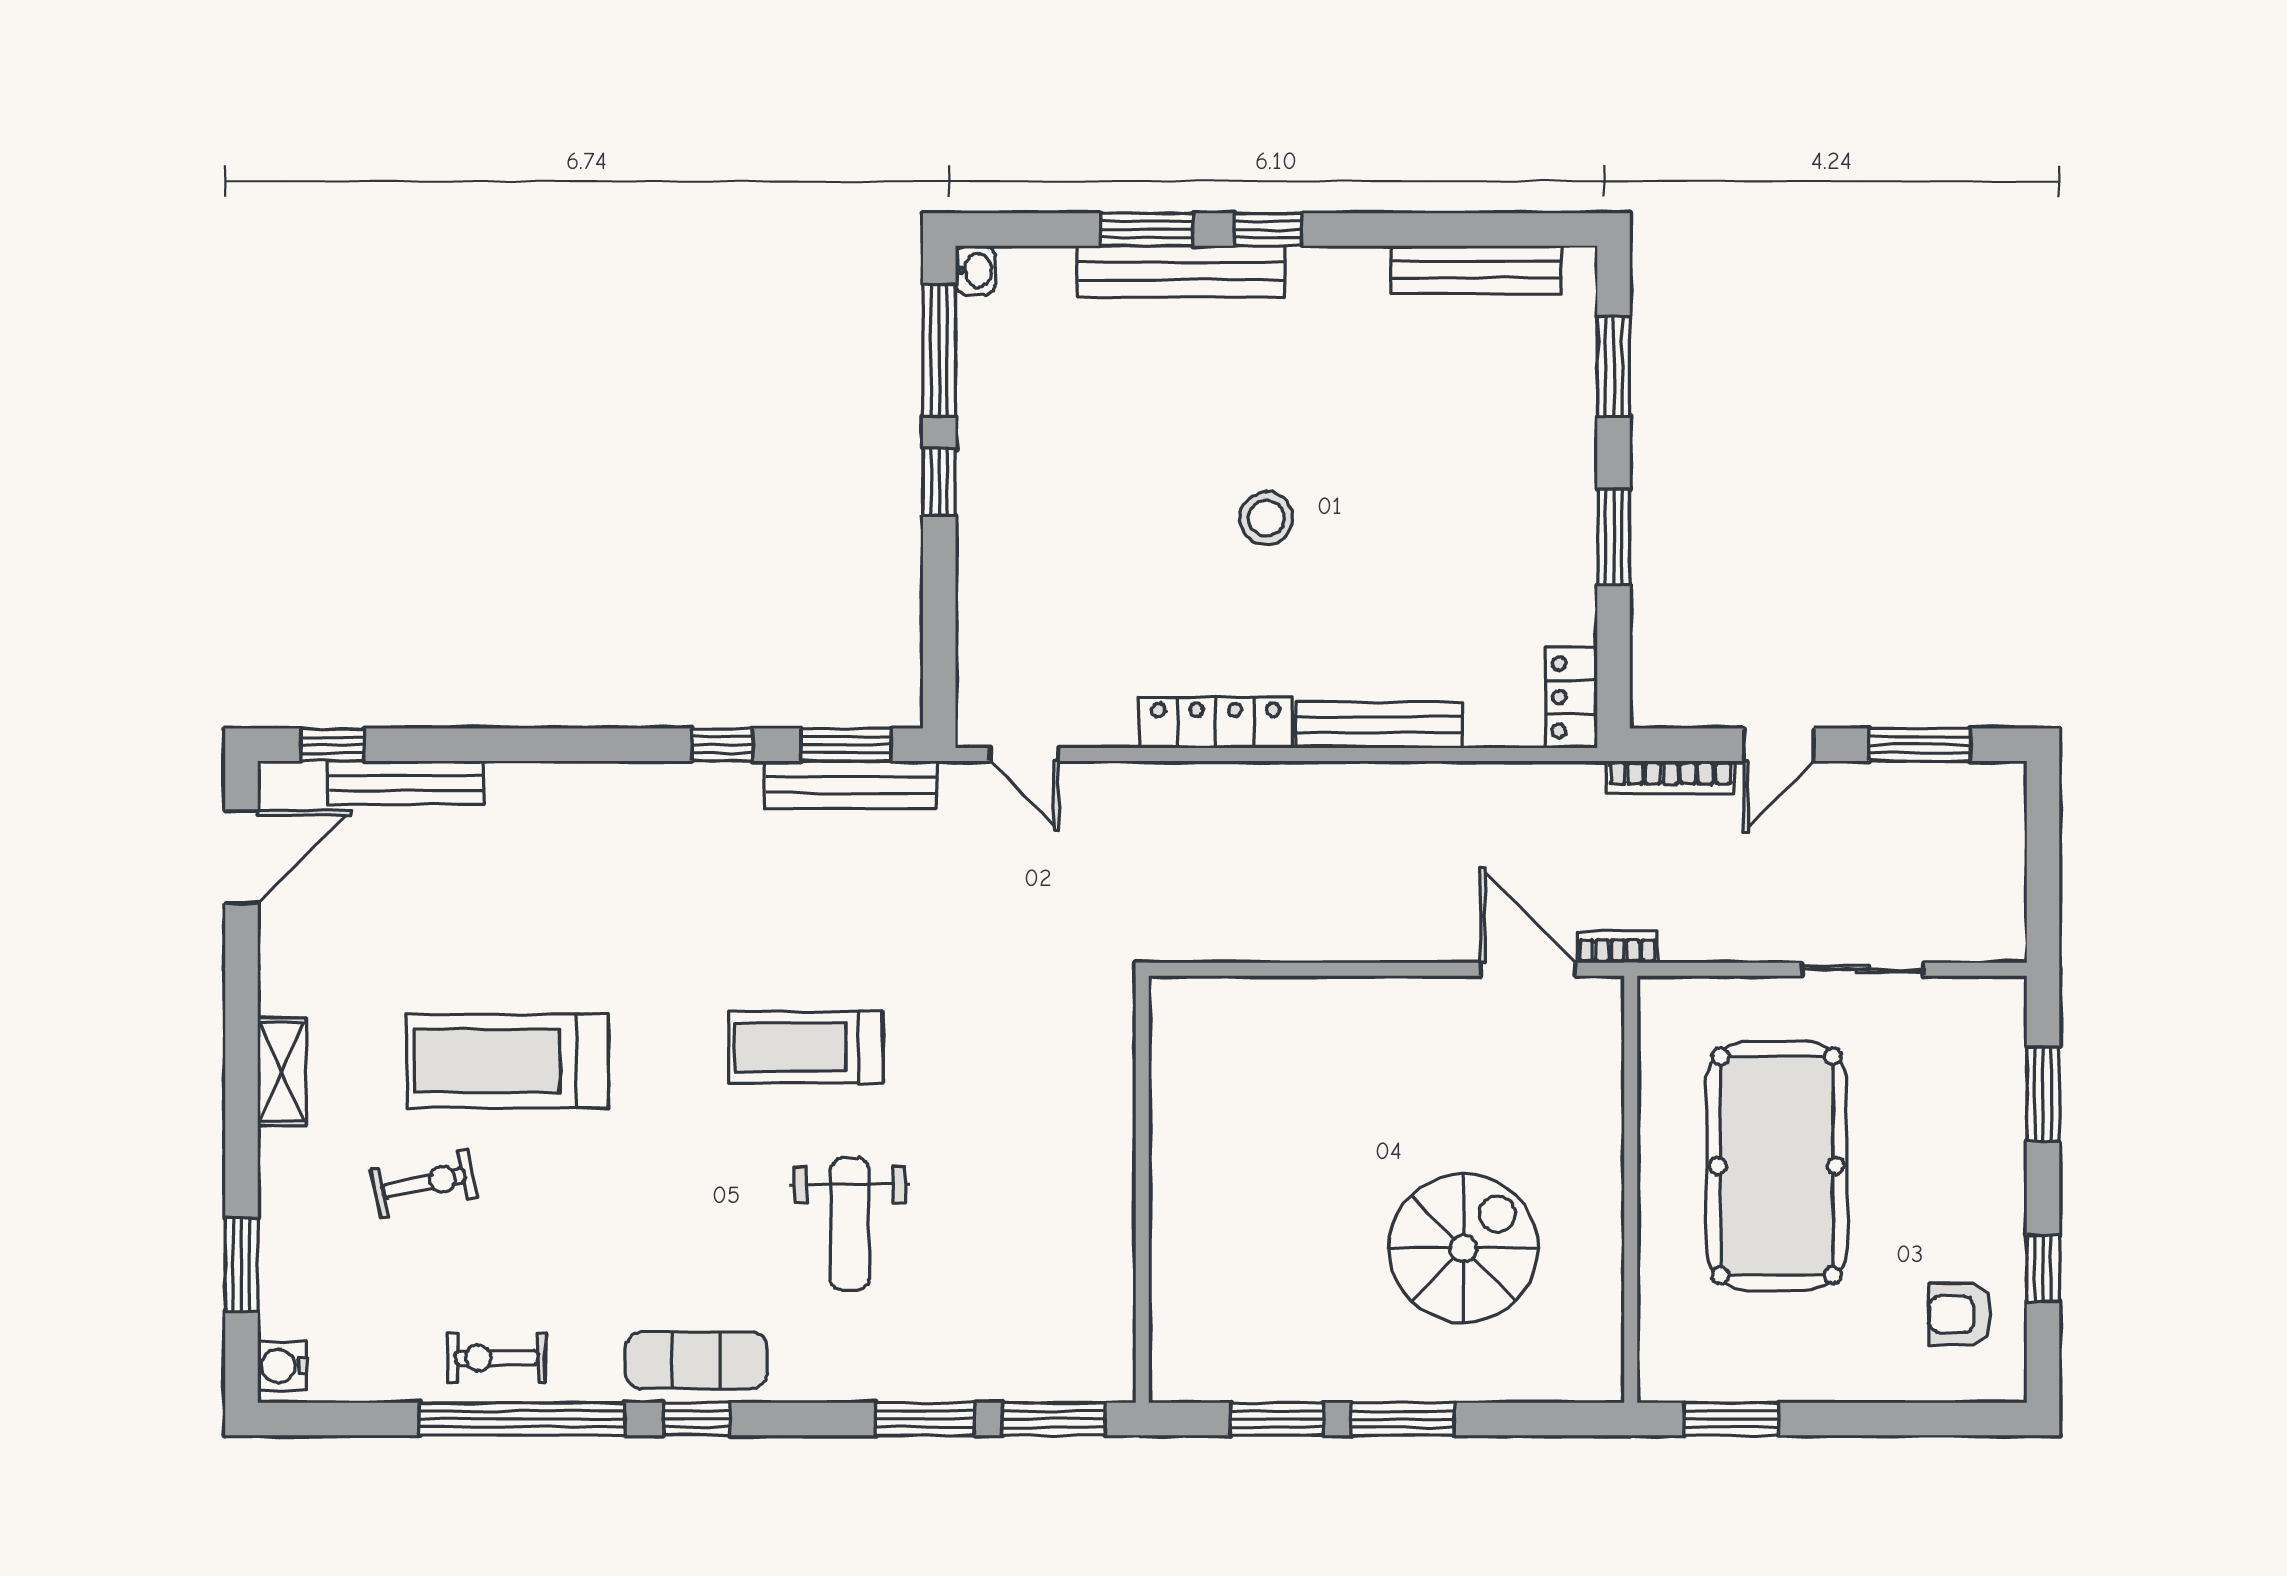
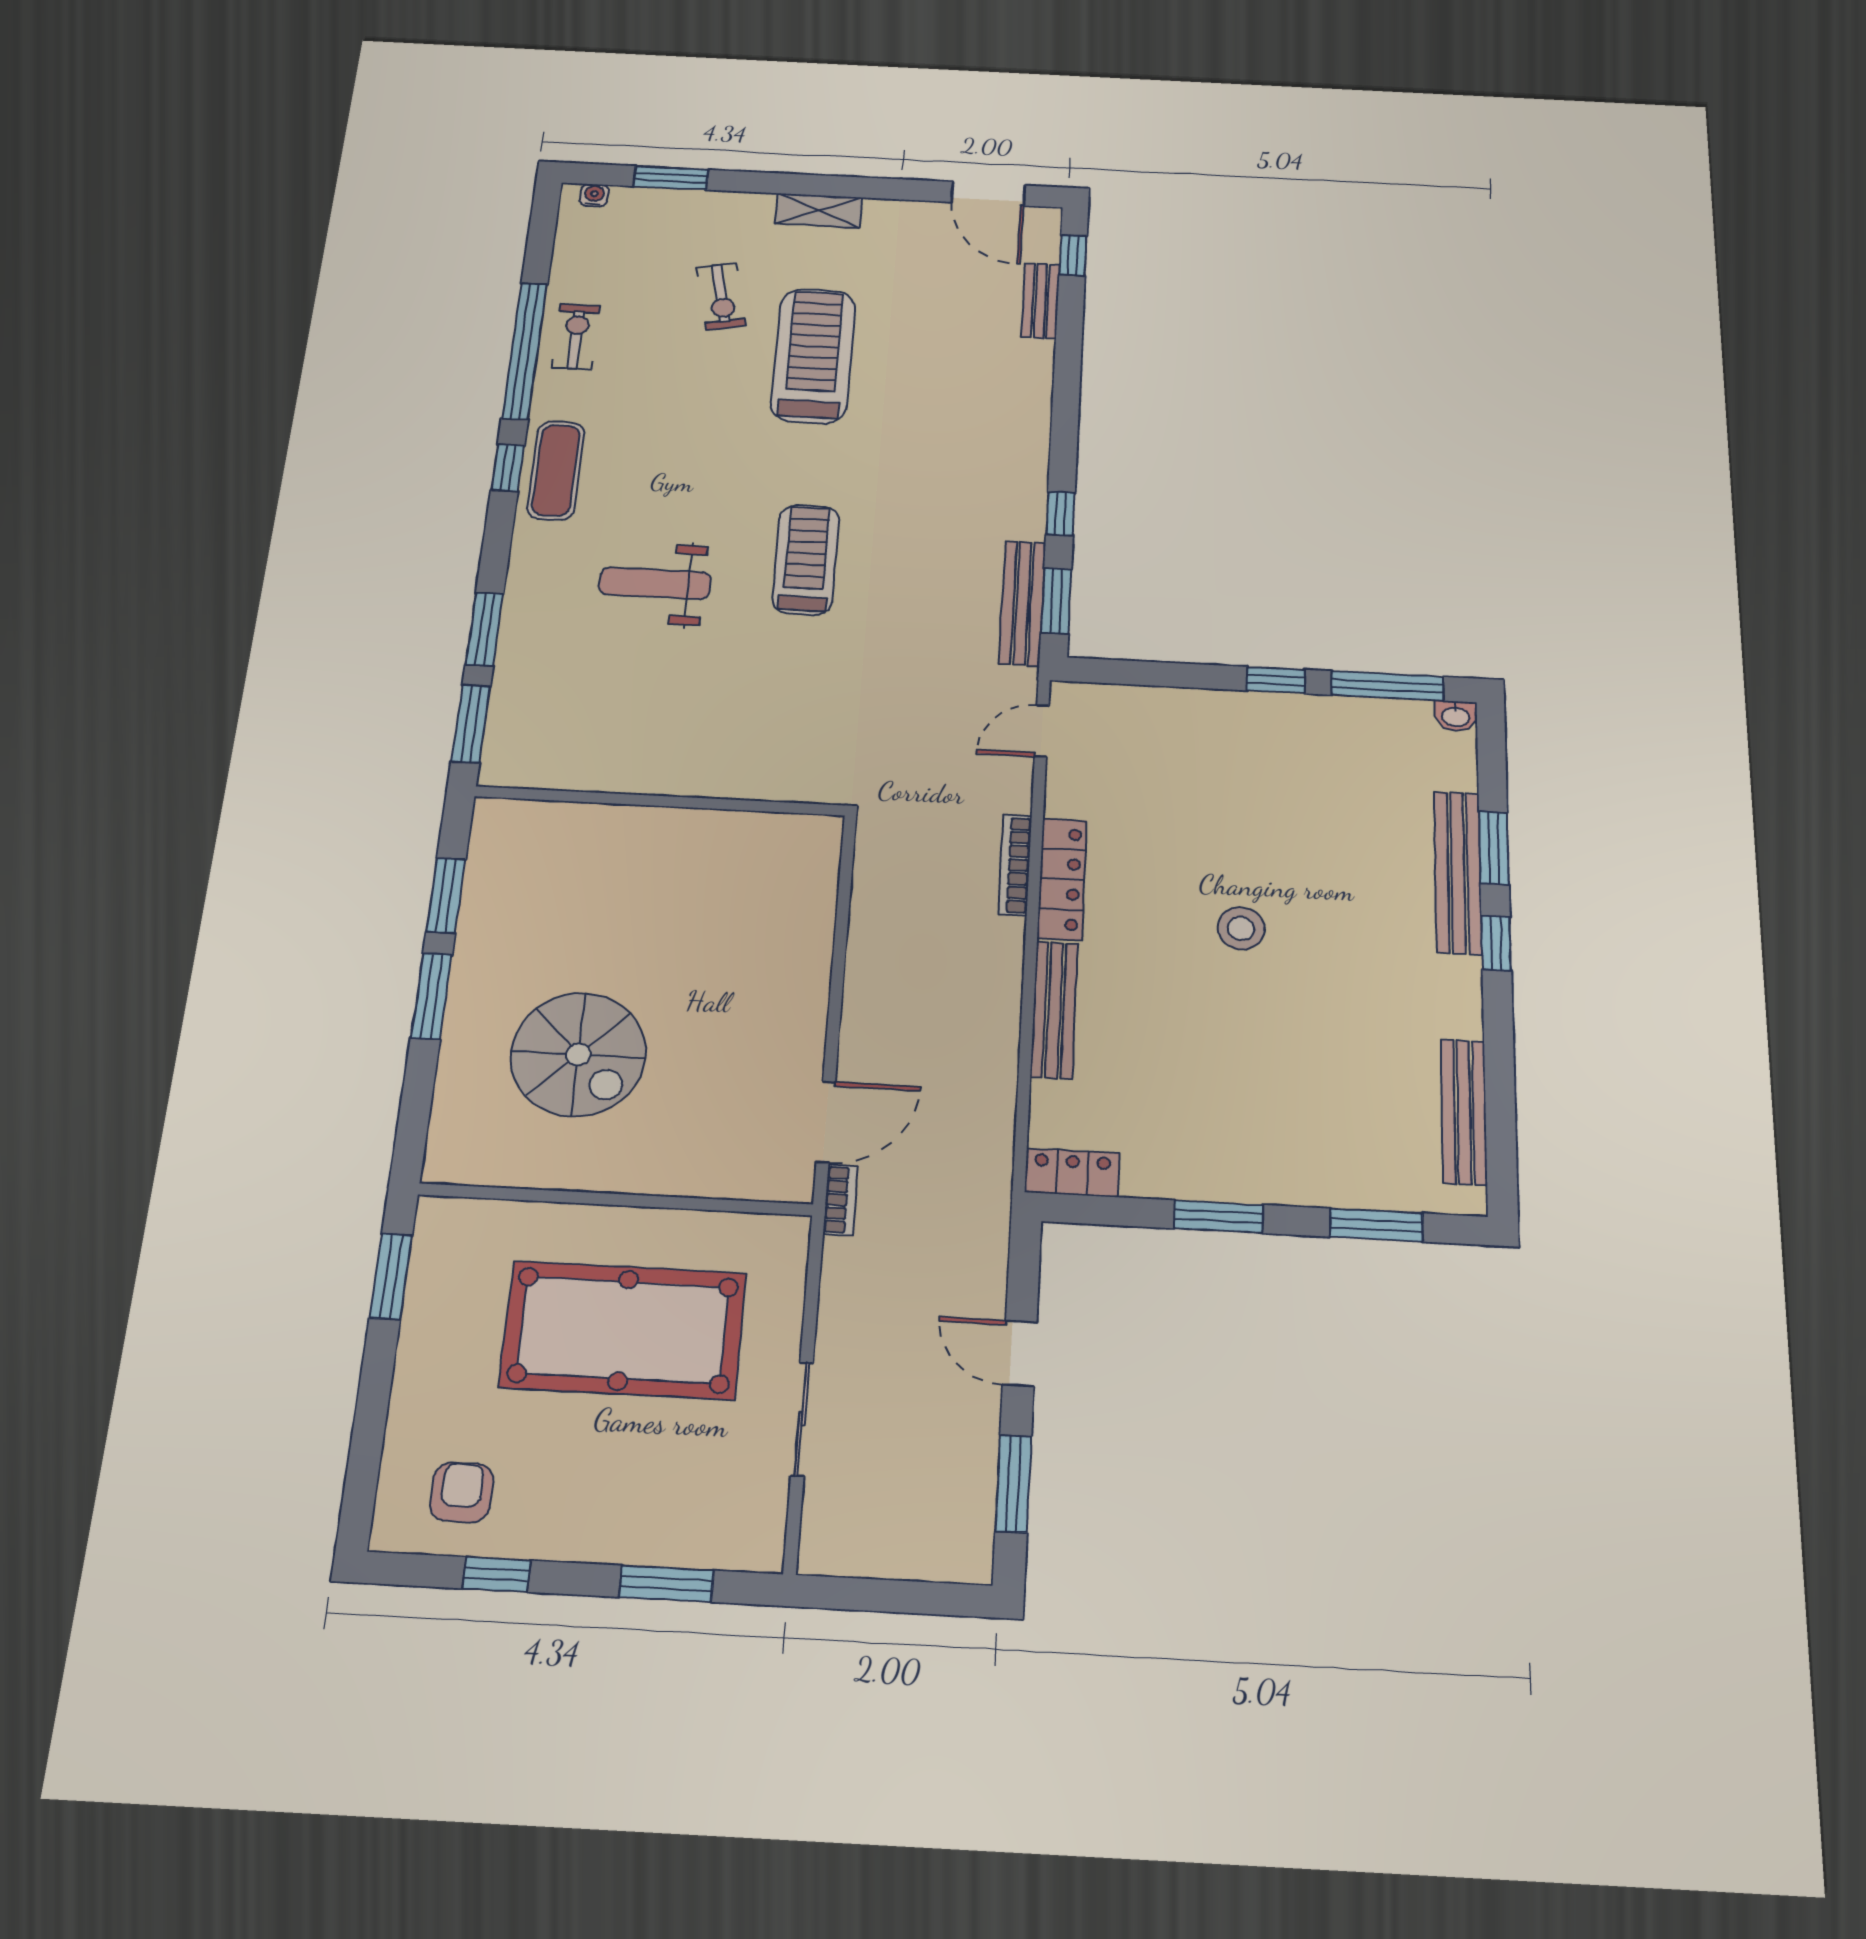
bookcase: (1670, 777) -> (1015, 865), moved
bench: (406, 783) -> (1041, 301), width x0.73
water cooler: (282, 1366) -> (594, 195), width x0.72, depth x0.72

